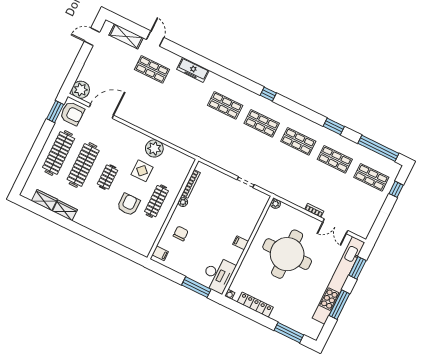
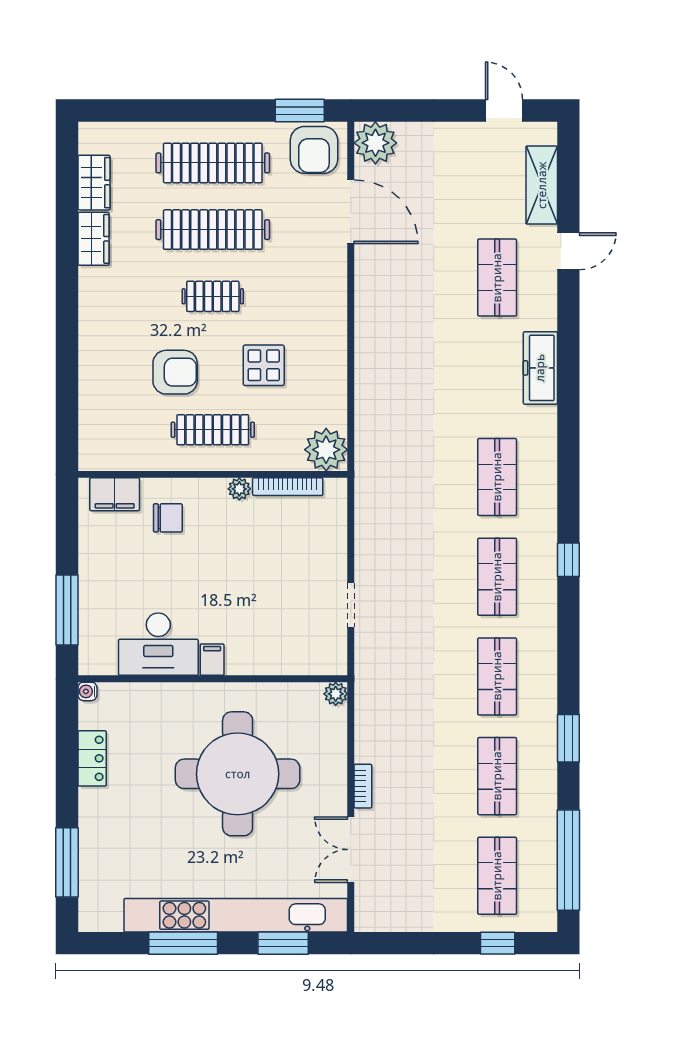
plant: (154, 148) -> (326, 450), moved
filing cabinet: (160, 253) -> (115, 494), width x2.00
desk: (218, 275) -> (158, 644), moved
locker: (255, 305) -> (92, 758), width x0.66

